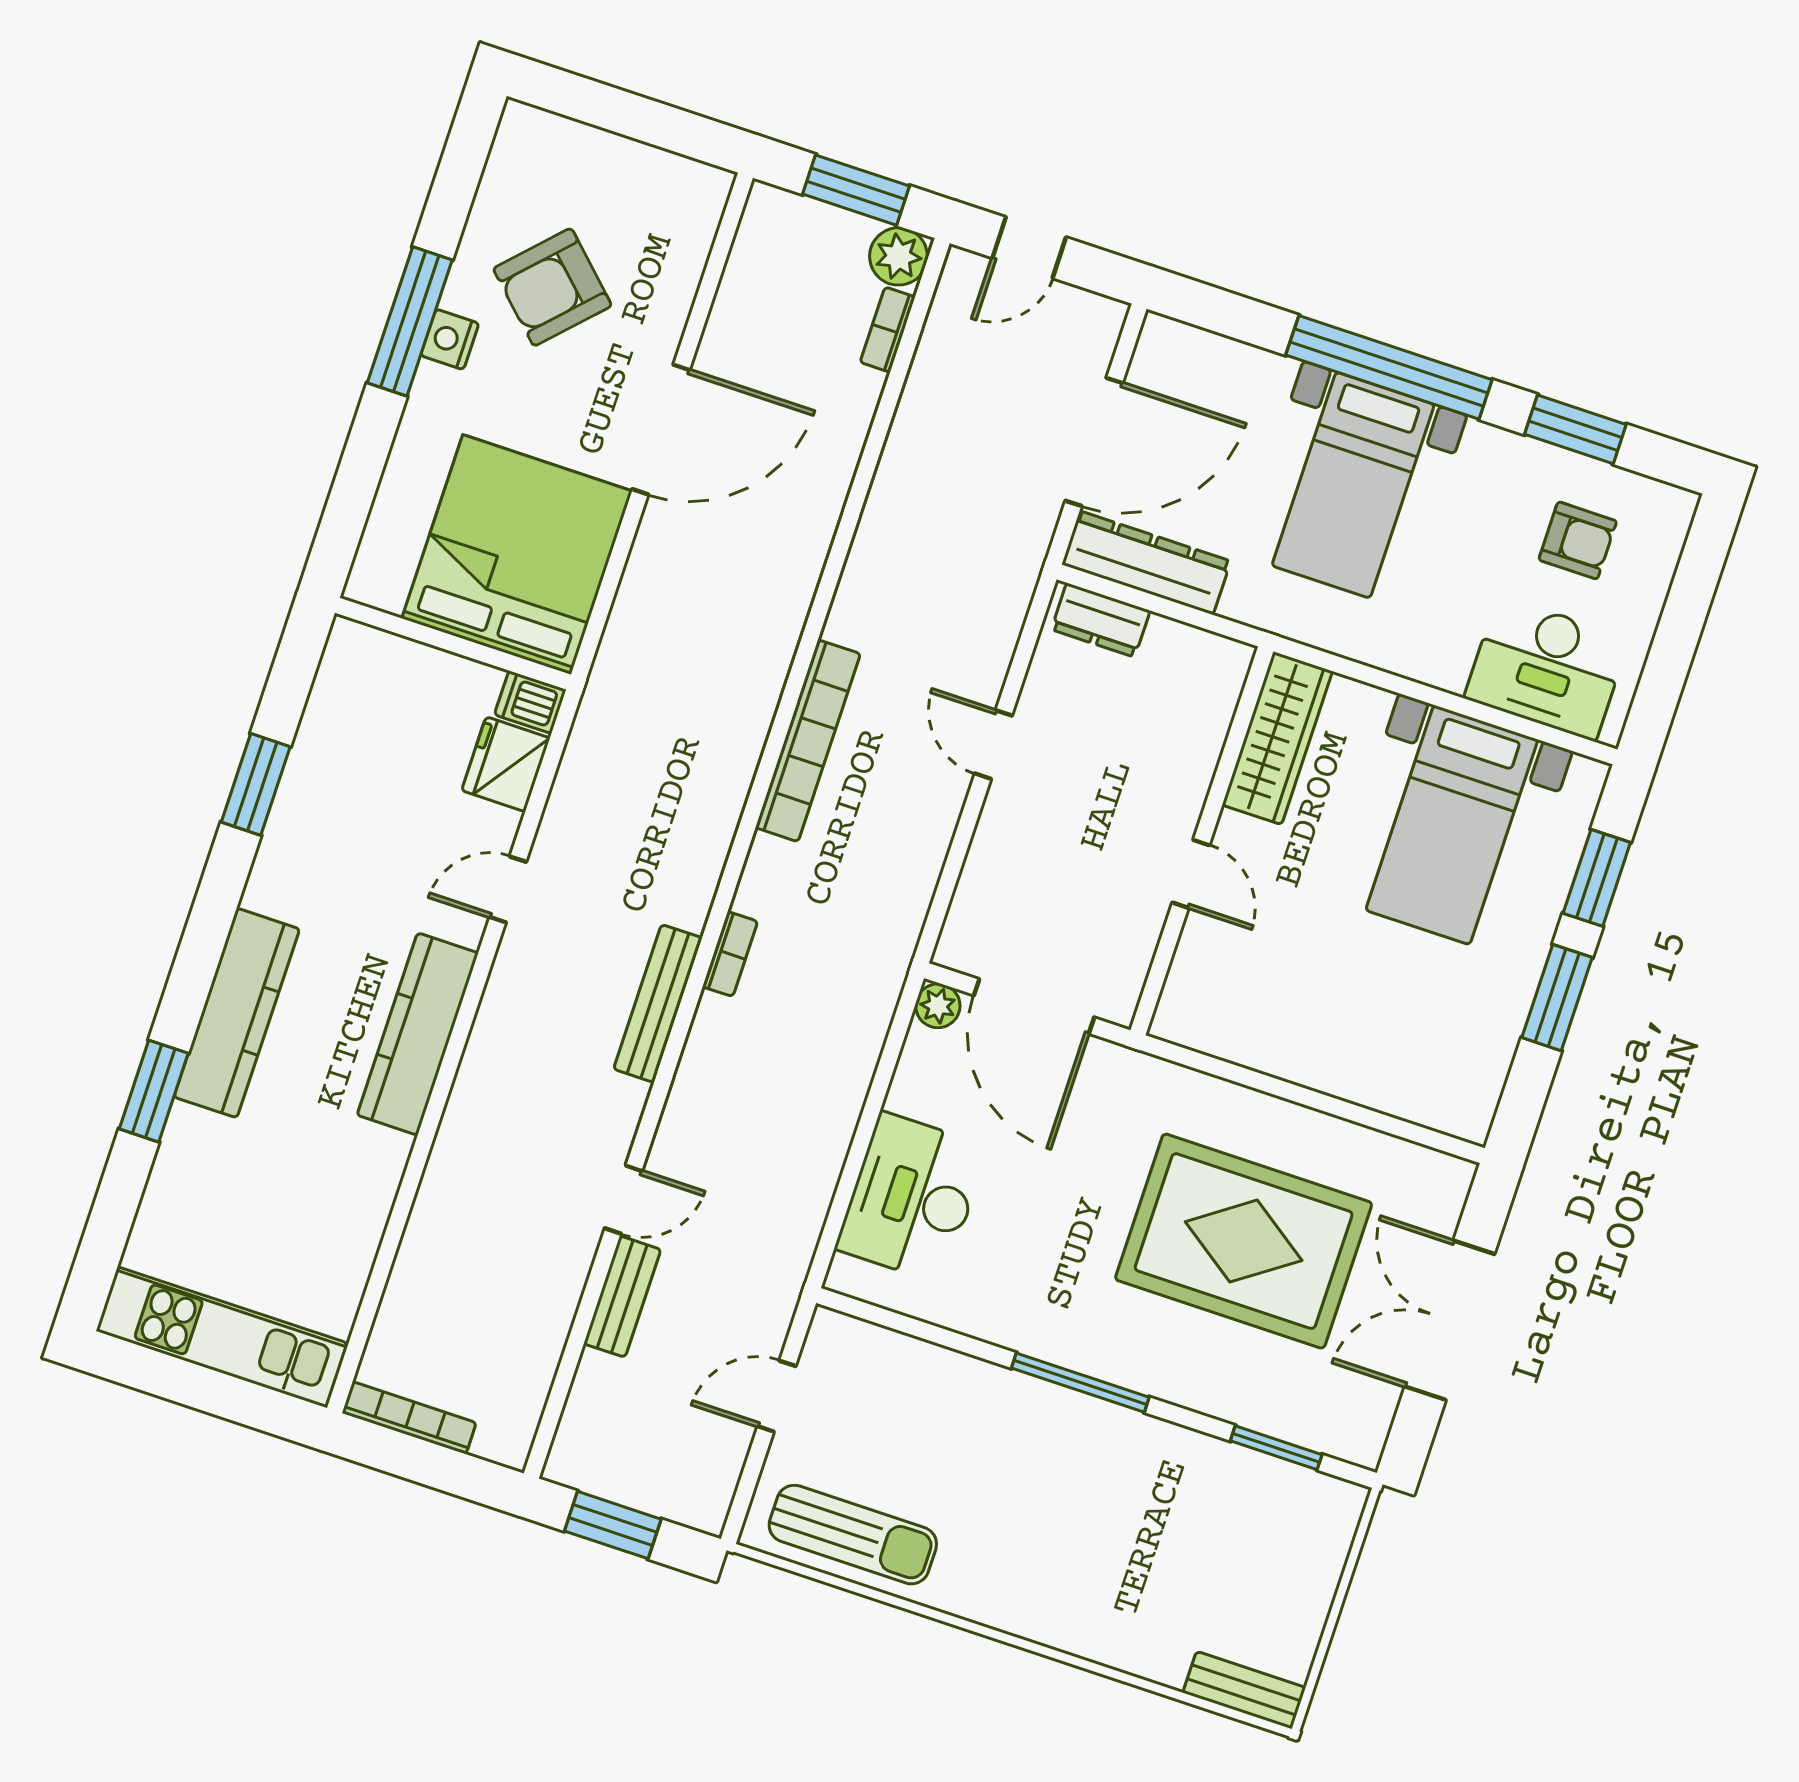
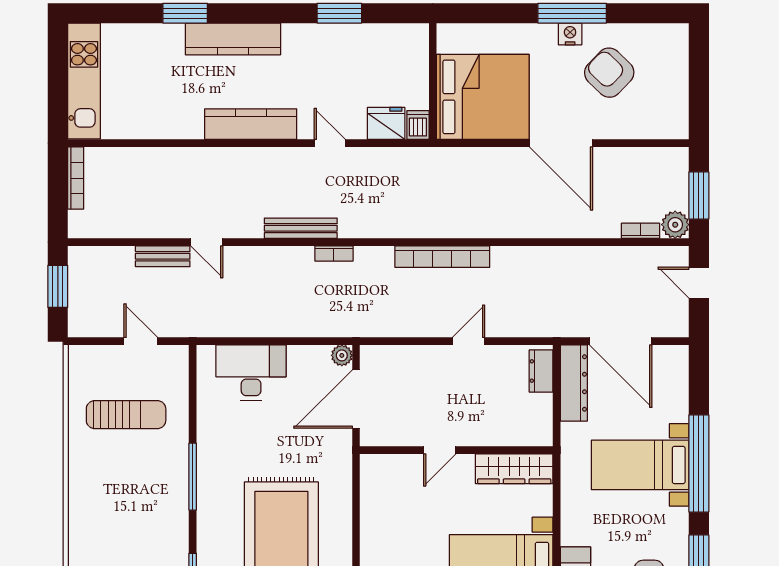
sun lounger: (853, 1535) -> (126, 415), moved, turned -90

